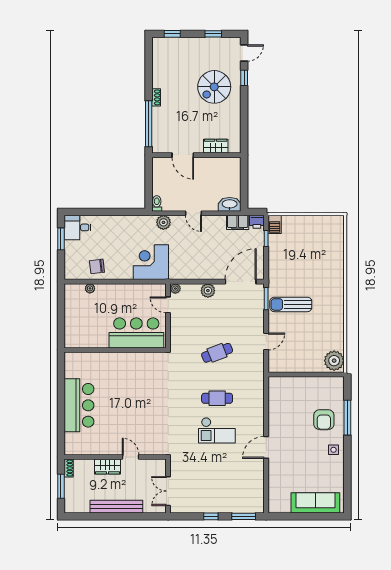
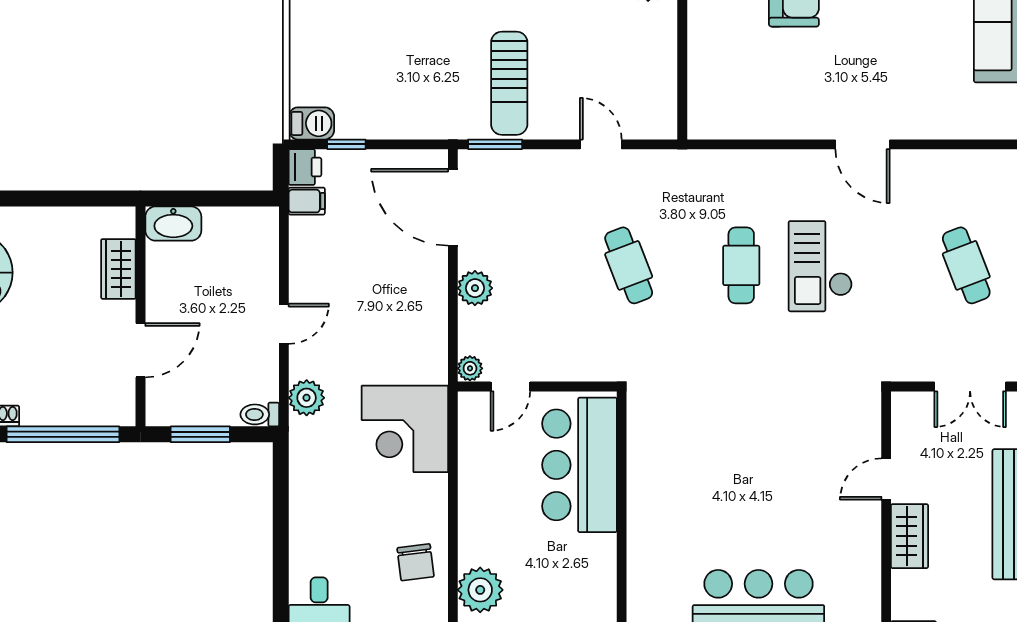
window: (149, 179) -> (200, 434), added
washbasin: (230, 204) -> (173, 224), moved, turned -90
filing cabinet: (238, 222) -> (307, 201), width x0.50
plant: (90, 288) -> (480, 590), width x1.87, depth x1.87
checkout: (217, 430) -> (820, 266), turned 180
cafe table: (217, 489) -> (966, 265), added

